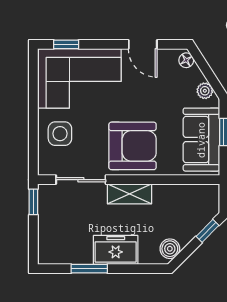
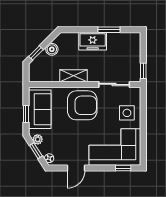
door: (143, 44) -> (76, 168), swing flipped
window: (208, 72) -> (36, 151), added
armchair: (133, 146) -> (82, 105), turned 180
shelving: (129, 194) -> (74, 76), moved
boiler: (170, 249) -> (52, 49), moved

